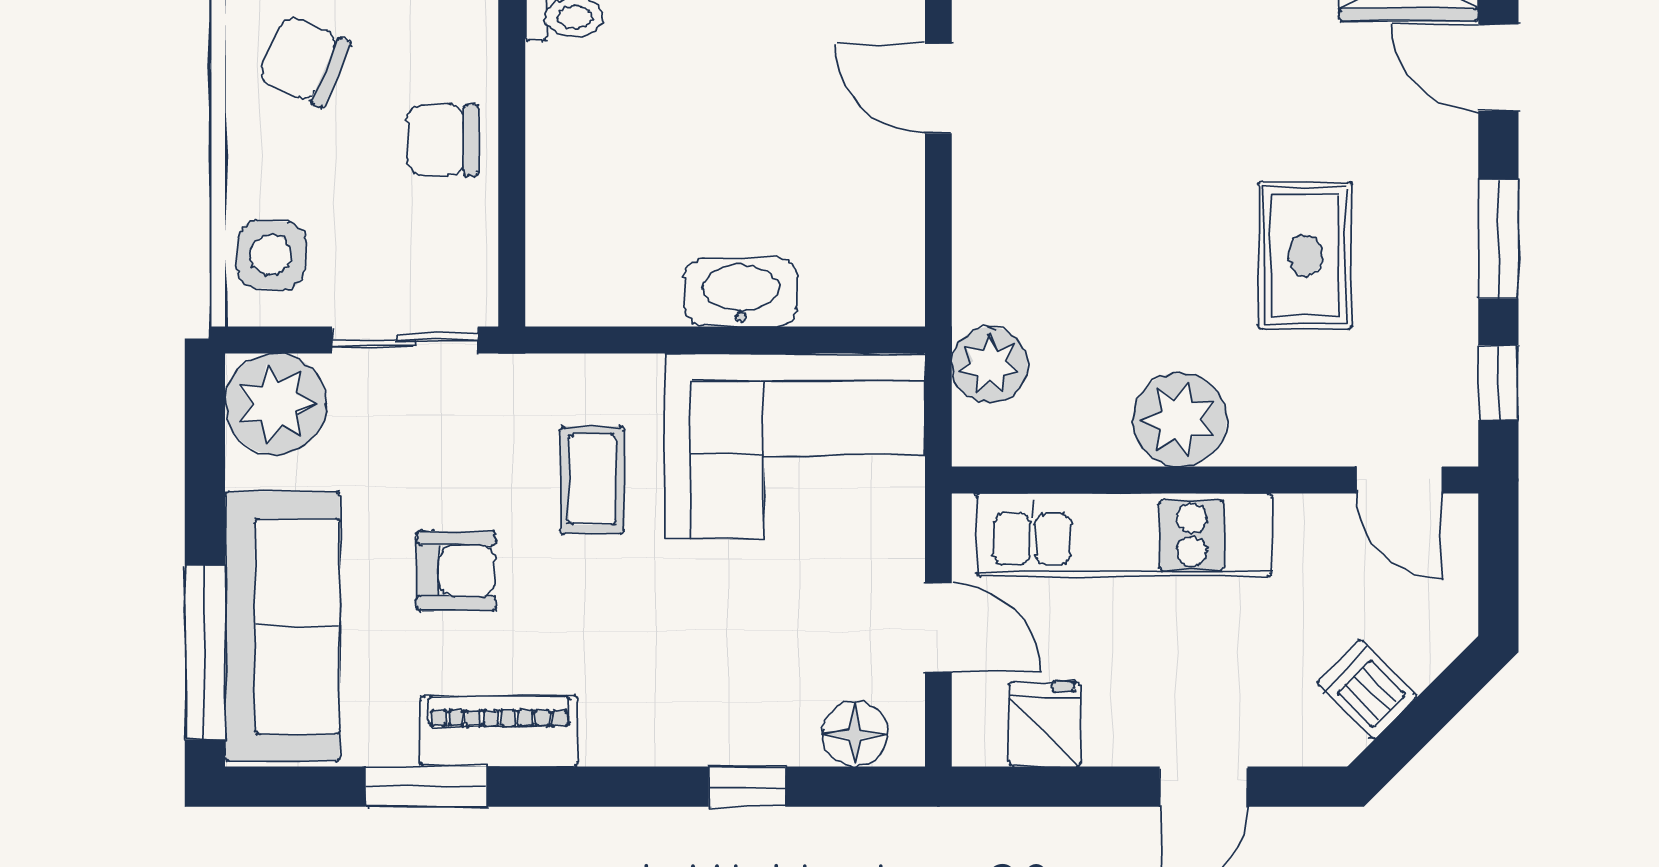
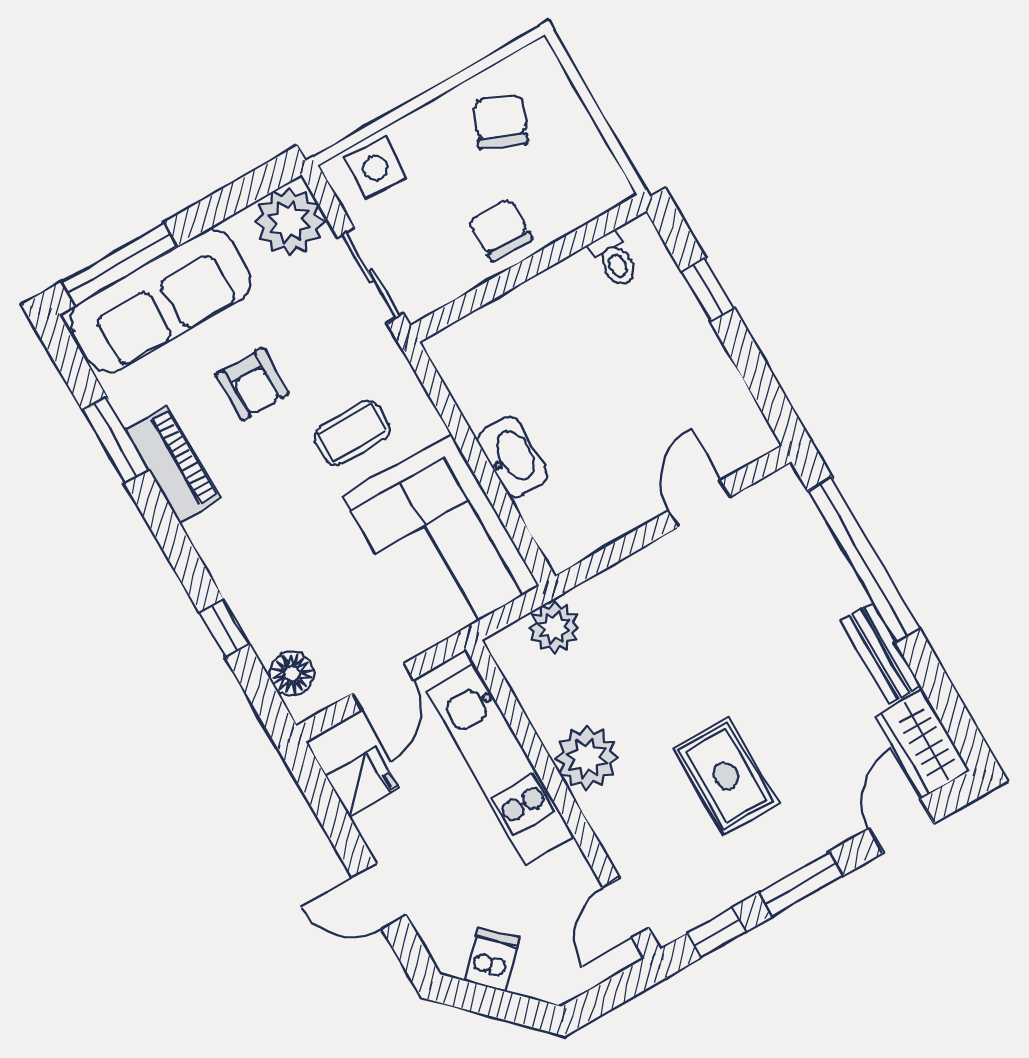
rug: (1305, 255) -> (726, 776), turned 90

